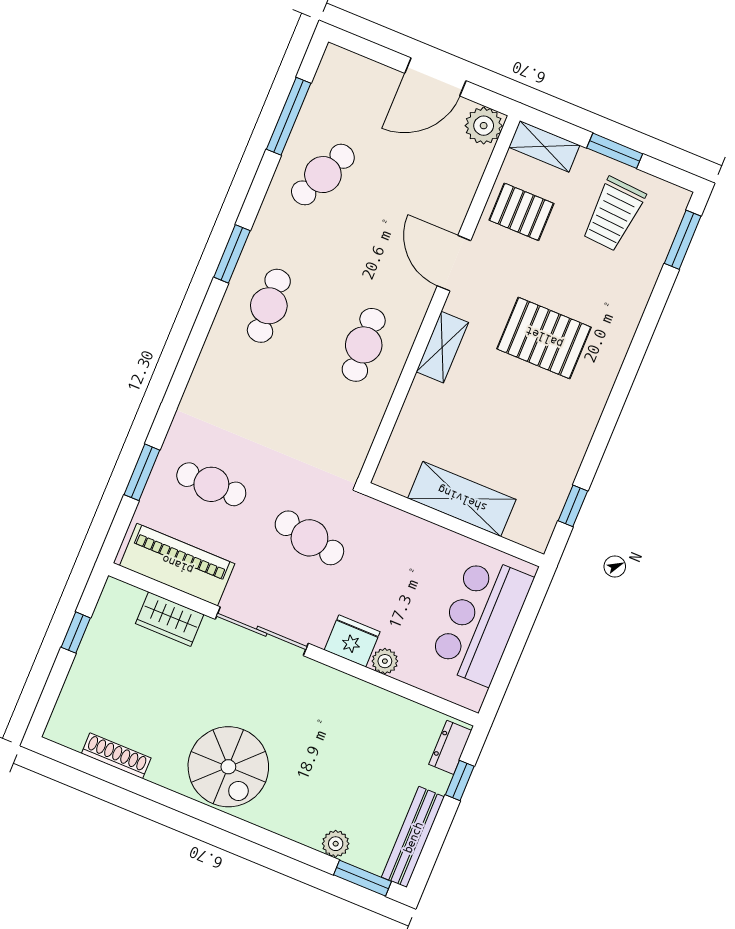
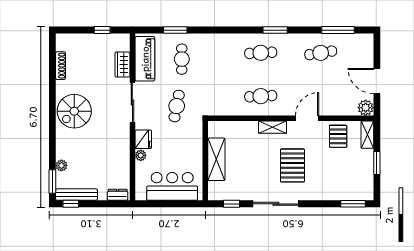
cafe table: (323, 175) -> (321, 53), turned -33
trolley: (614, 214) -> (352, 173), removed
sliding door: (613, 409) -> (276, 204), added
window: (460, 781) -> (71, 204), moved

